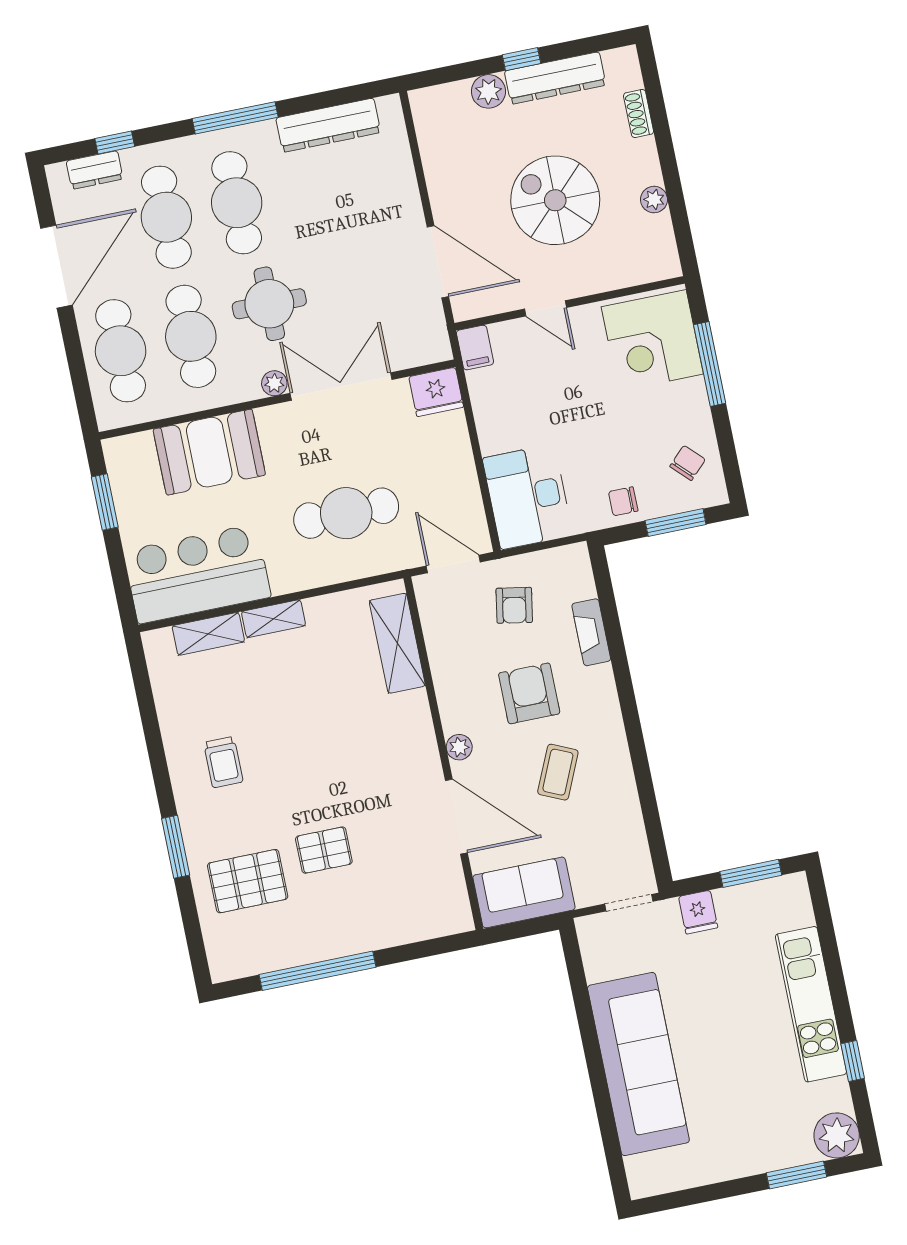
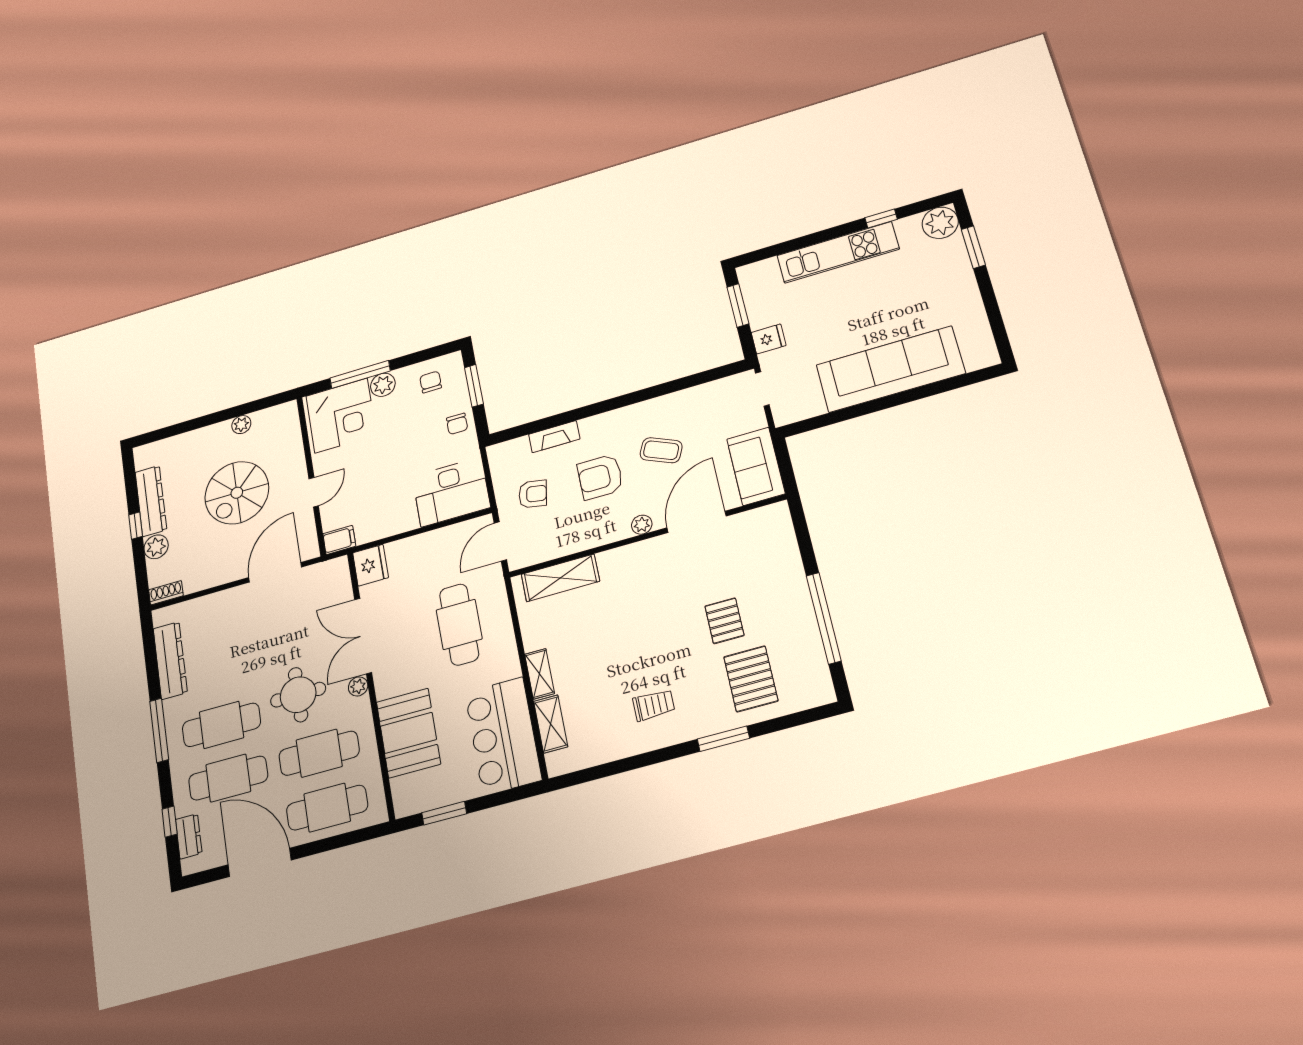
shoe rack: (639, 114) -> (166, 593), moved, turned 180
plant: (691, 397) -> (383, 385), added
chair: (688, 463) -> (431, 382), turned 45

